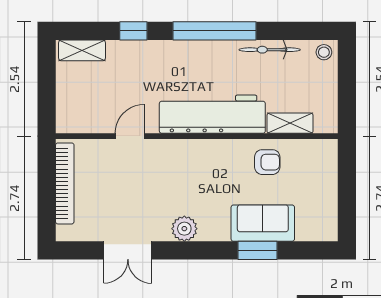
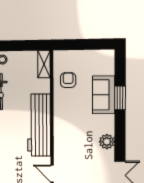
shelving: (290, 123) -> (44, 64), moved
armchair: (267, 162) -> (68, 80), moved

